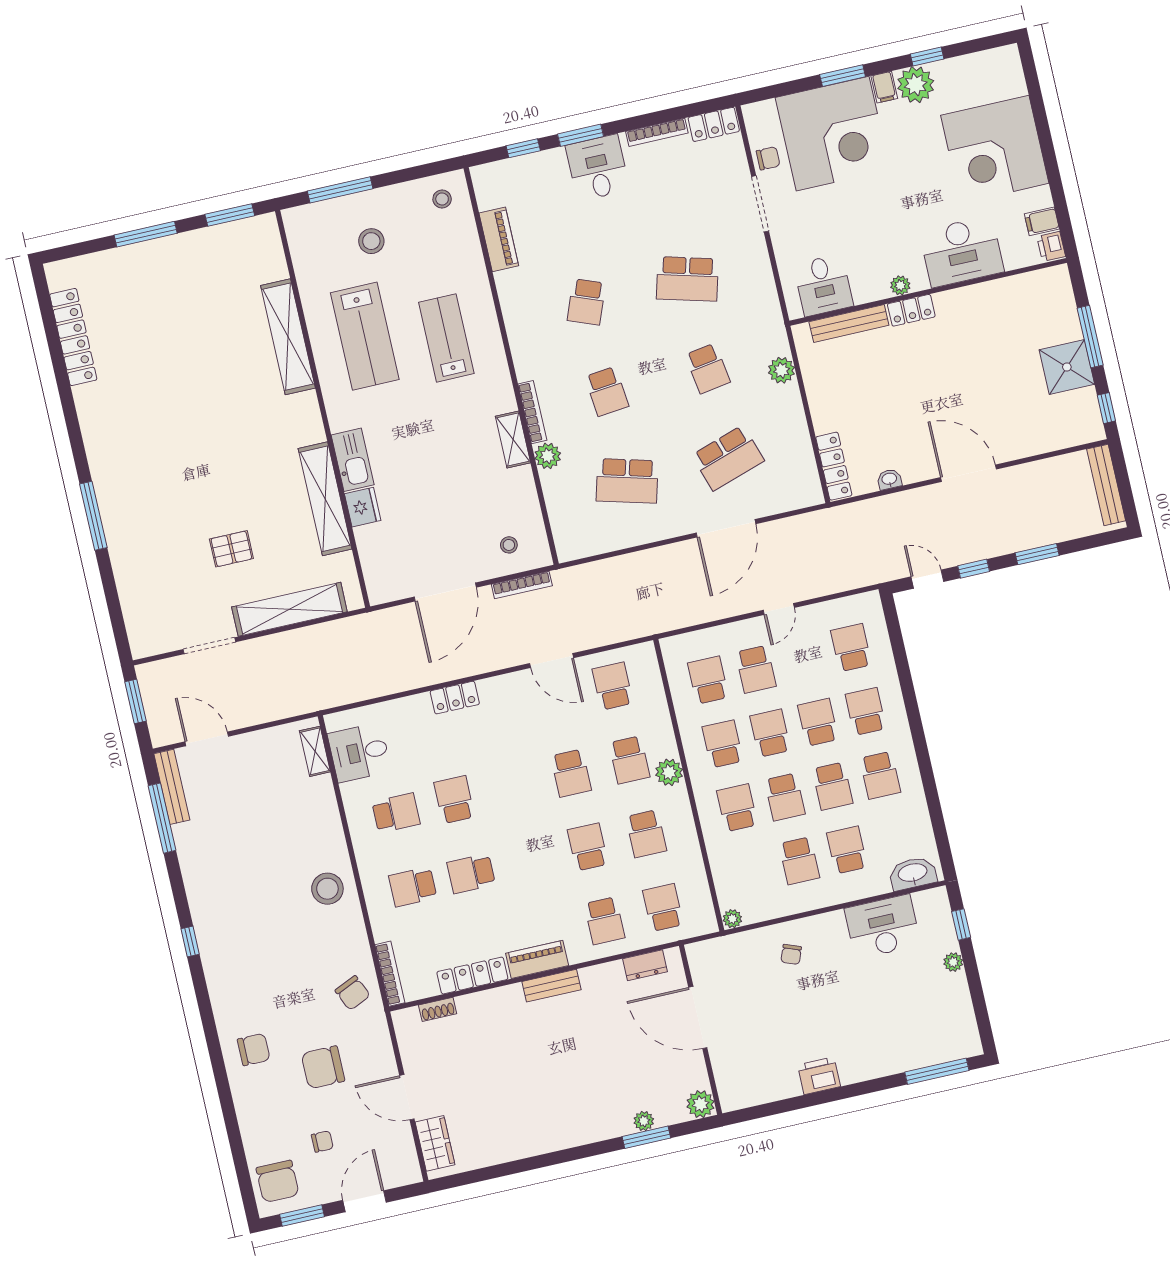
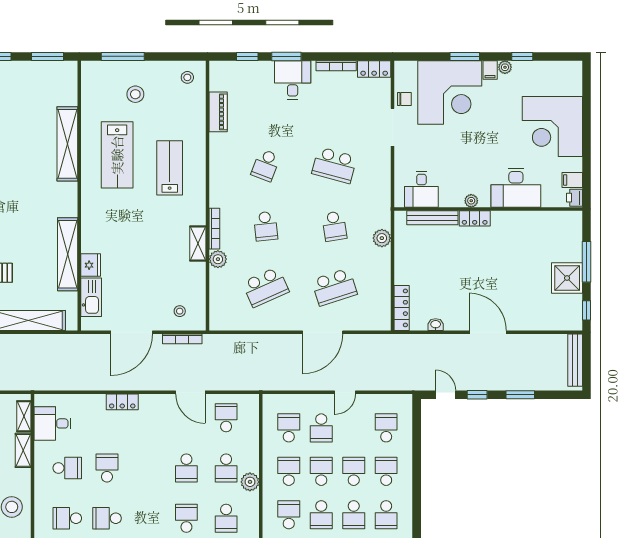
plant: (916, 85) -> (505, 67), width x0.53, depth x0.53
kitchen sink: (353, 460) -> (91, 297), moved
school desk: (627, 481) -> (266, 287), turned -39
shelving: (325, 802) -> (23, 450), added

